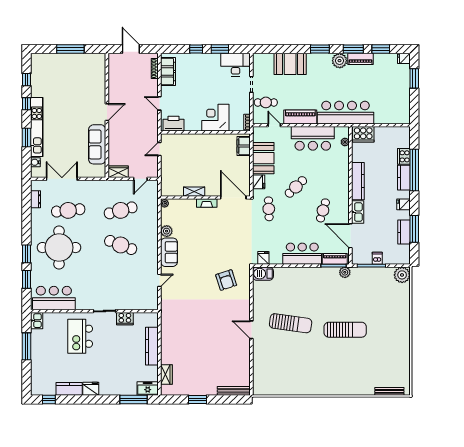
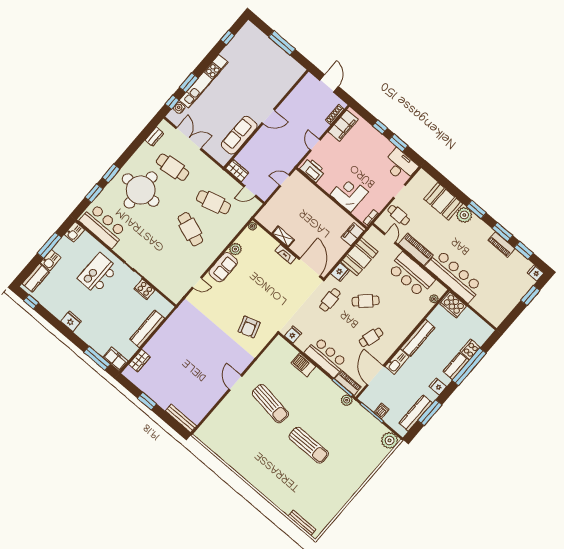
plant: (340, 61) -> (464, 215), moved
window: (27, 104) -> (172, 102), moved
kitchen counter: (404, 232) -> (416, 413), width x1.50
barbecue: (263, 274) -> (303, 365), moved
kitchen sink: (37, 357) -> (51, 260), added
kitchen counter: (69, 389) -> (36, 278), moved, turned 90

